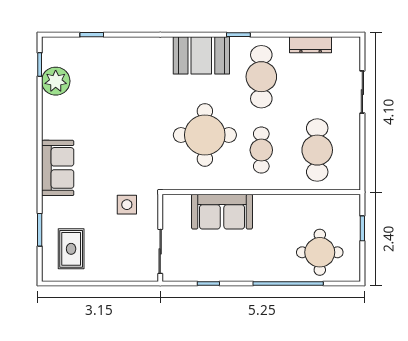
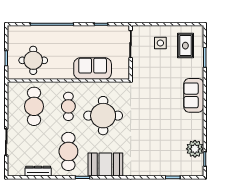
side table: (127, 205) -> (160, 43), moved
round table: (320, 252) -> (33, 60), moved

